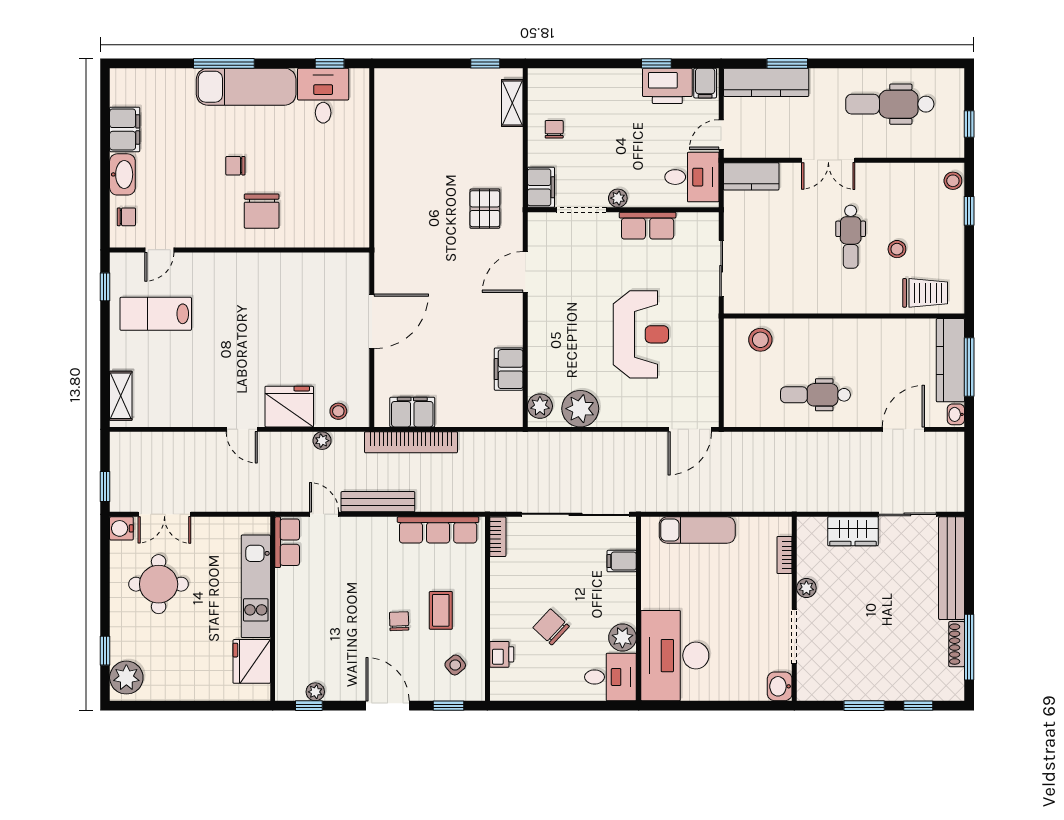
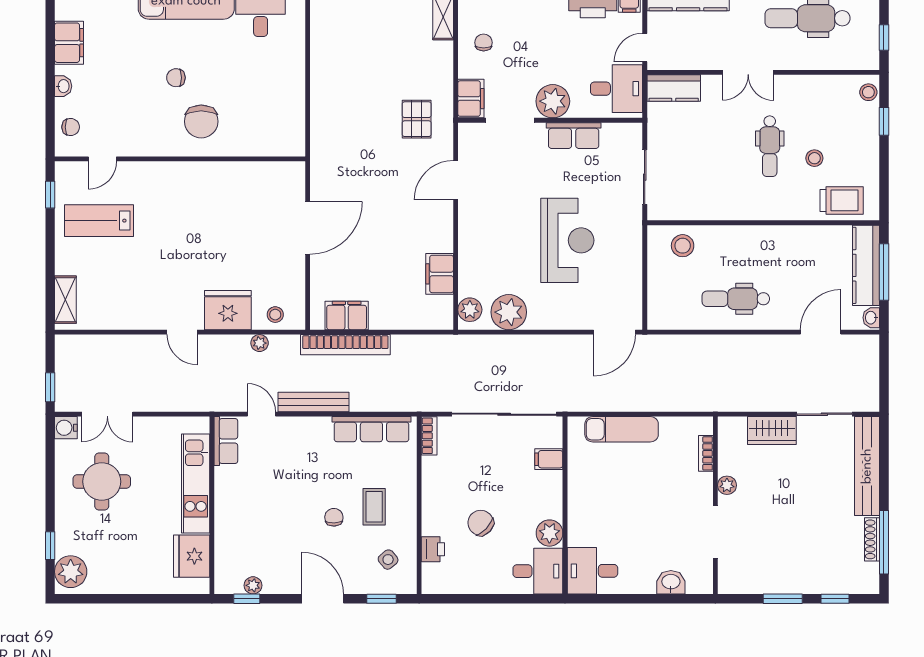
washbasin: (122, 174) -> (63, 86), width x0.52, depth x0.69
plant: (618, 198) -> (553, 101), width x1.87, depth x1.87
desk: (675, 656) -> (592, 571), width x0.53, depth x0.77
washbasin: (780, 686) -> (671, 582), moved, turned 90

